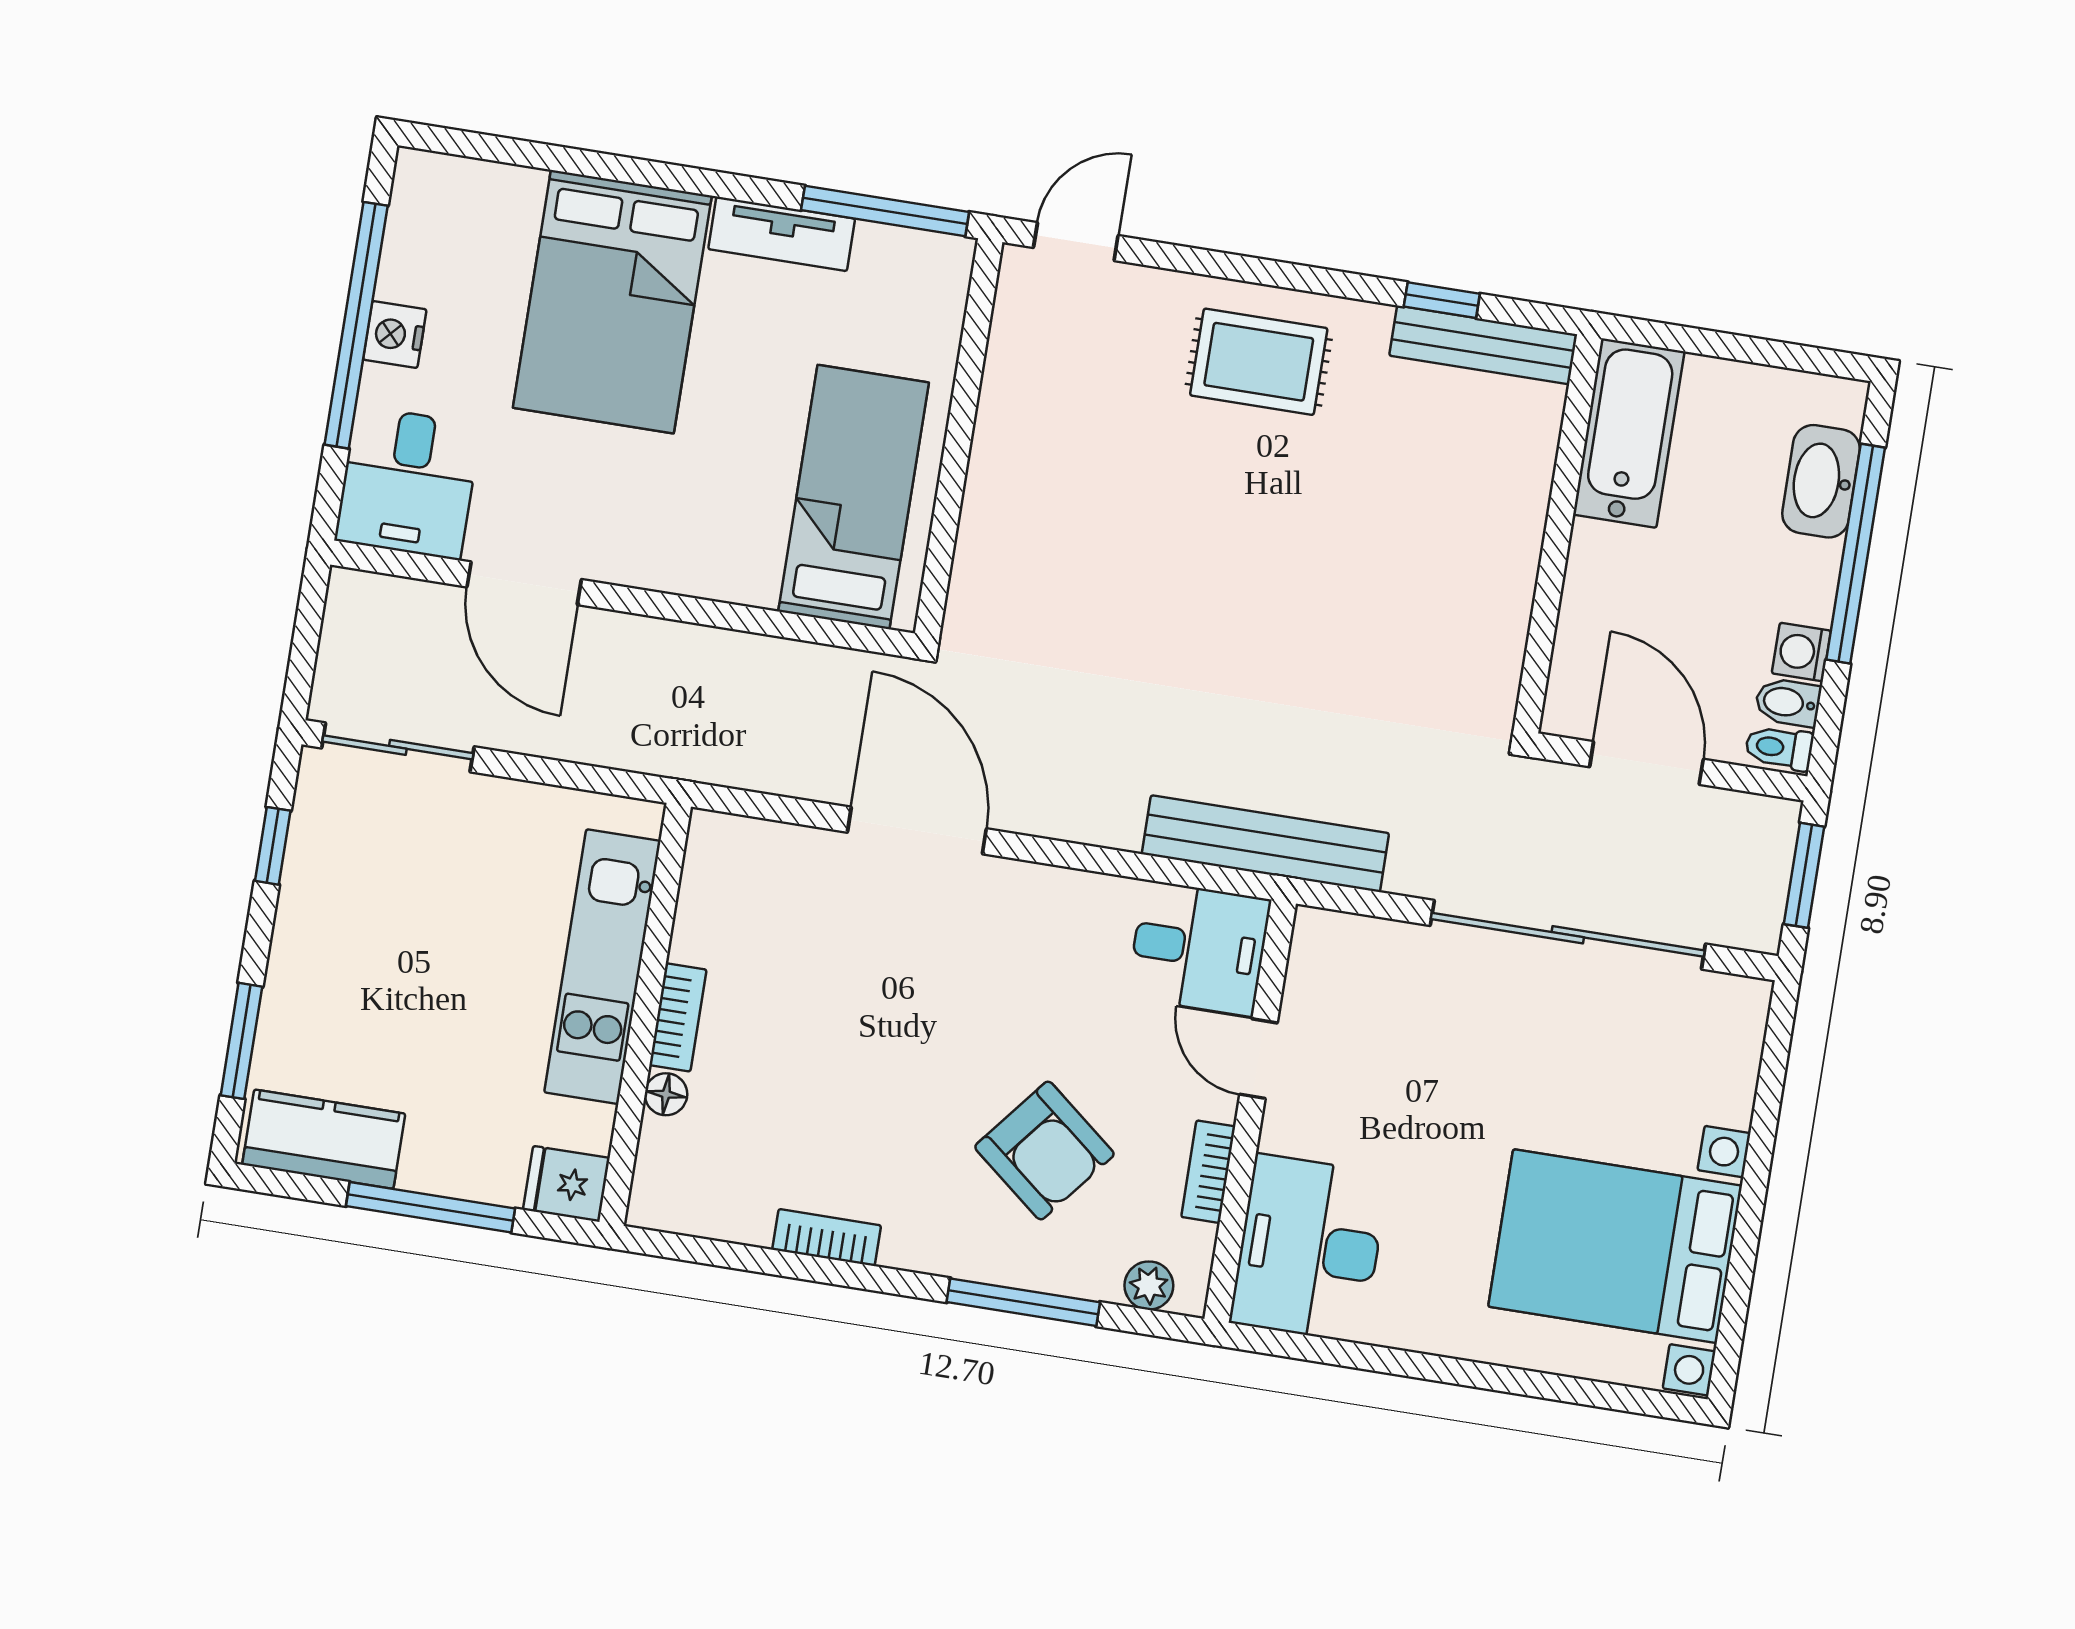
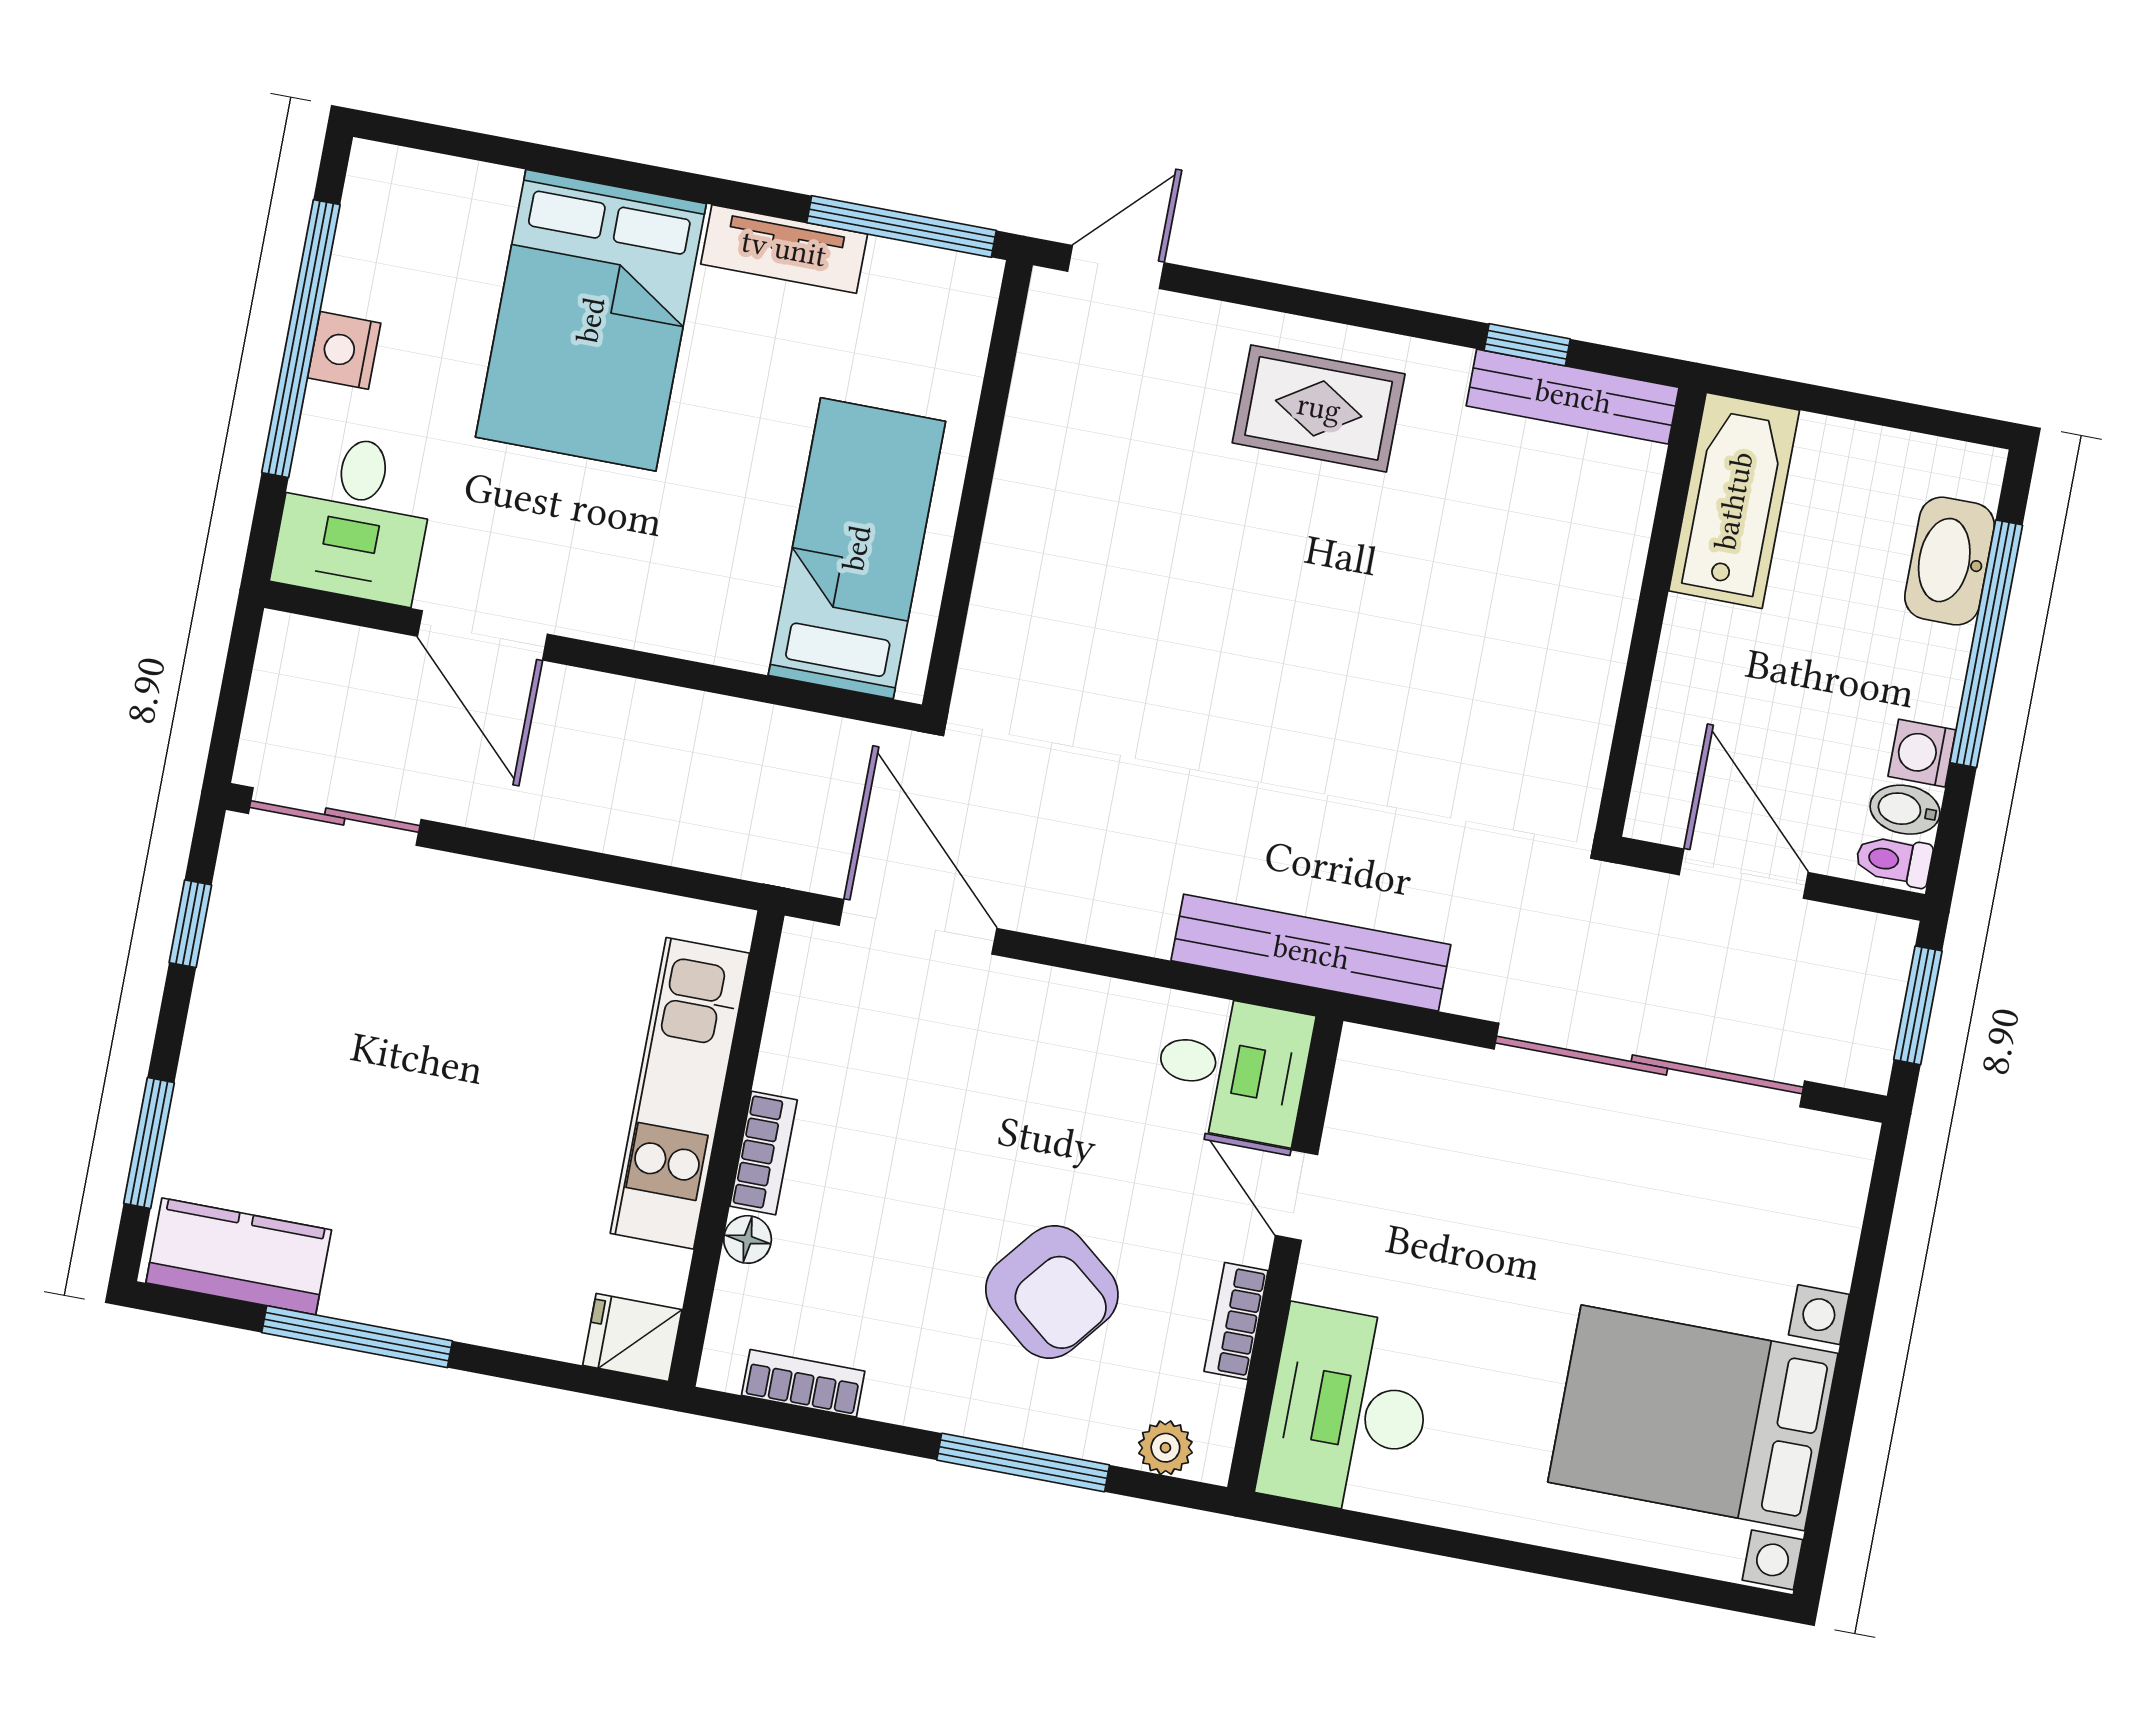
kitchen unit: (602, 967) -> (680, 1093), moved
wall: (645, 1014) -> (727, 1149), moved
bookcase: (678, 1017) -> (763, 1153), moved
floor lamp: (666, 1094) -> (748, 1239), moved
fridge: (566, 1184) -> (632, 1337), moved

